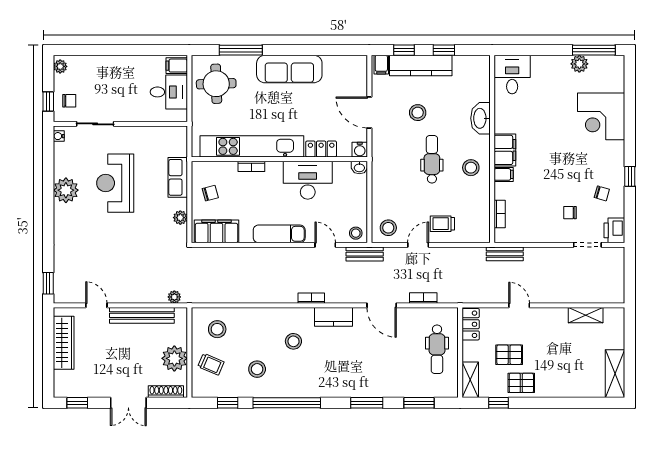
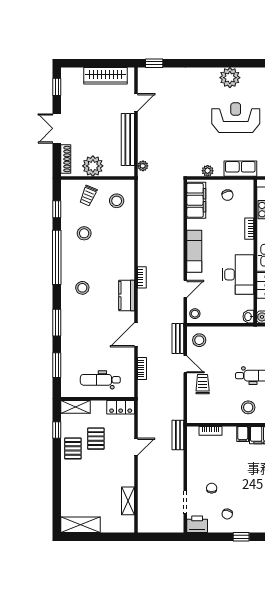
bench: (365, 254) -> (178, 339), moved
stool: (293, 341) -> (82, 288), moved

